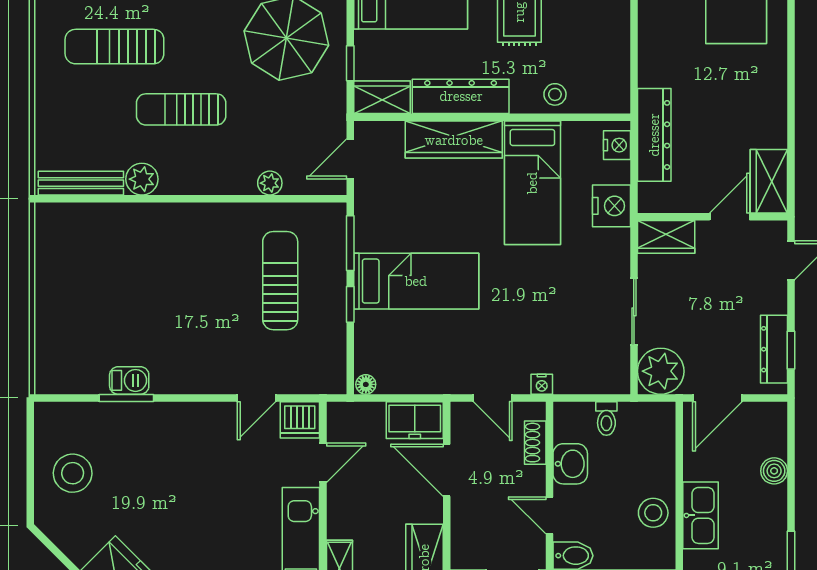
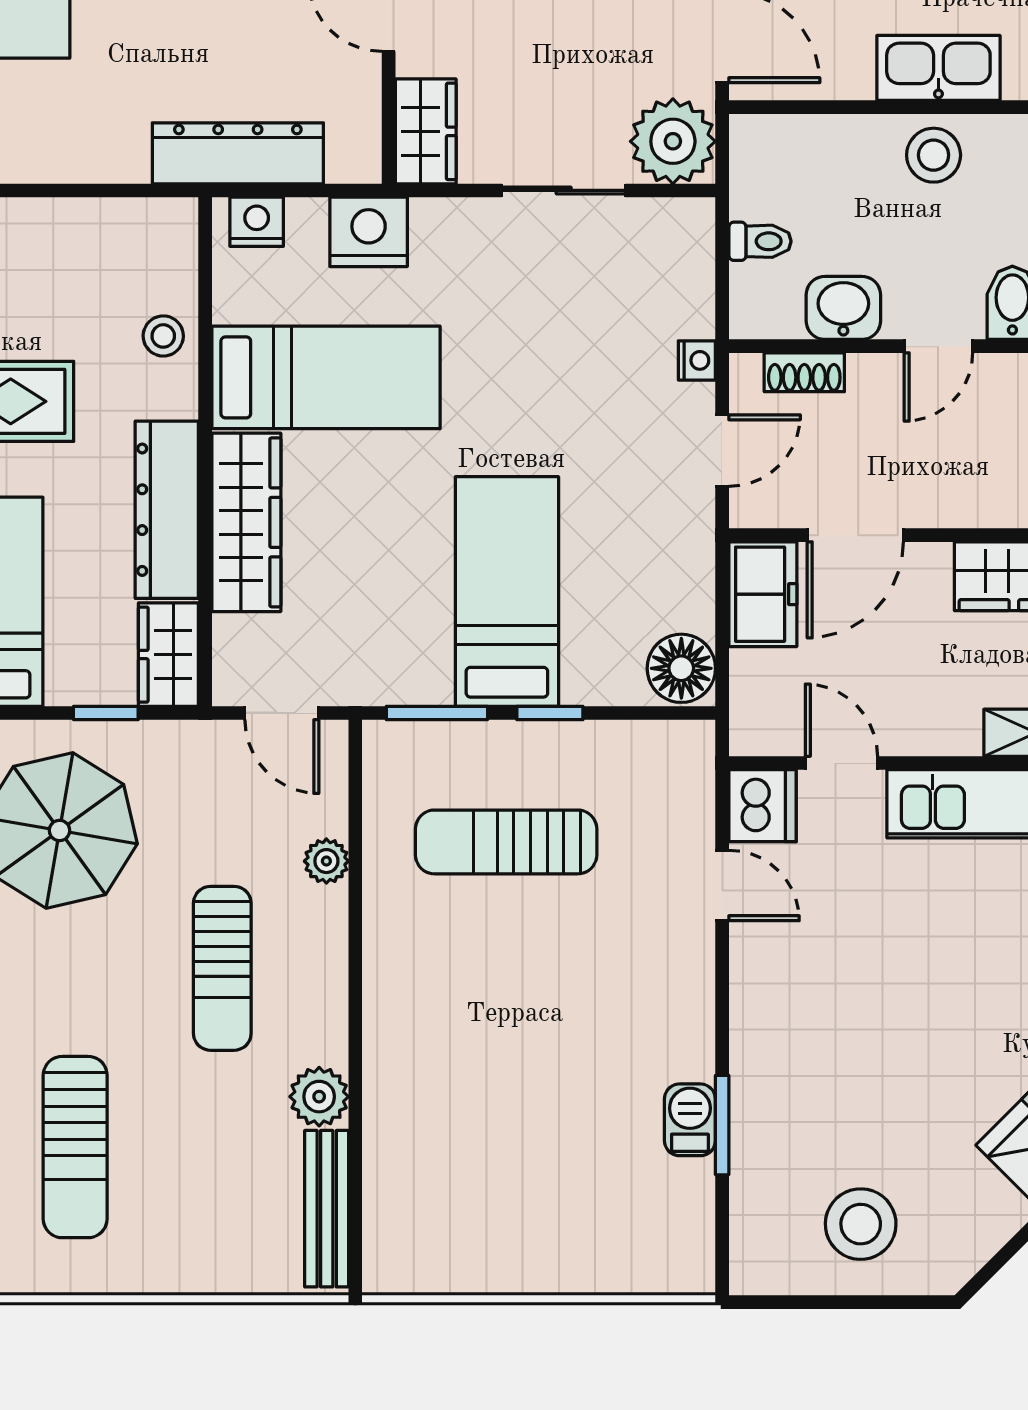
sun lounger: (181, 109) -> (222, 968), moved
floor lamp: (366, 384) -> (681, 668), width x1.89, depth x1.89

